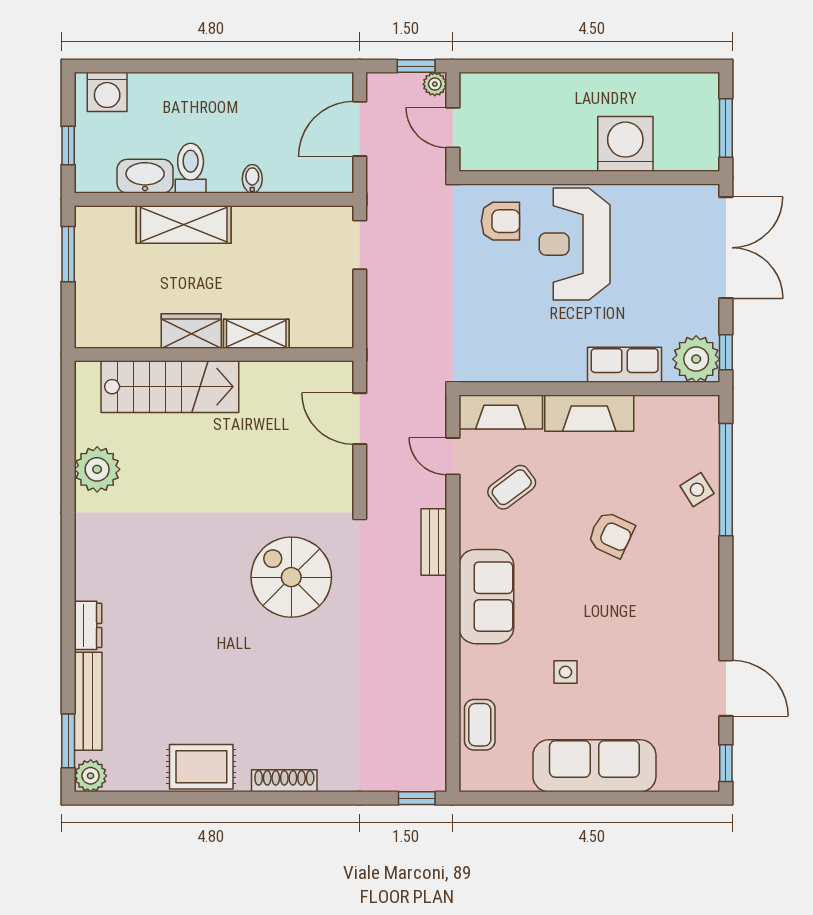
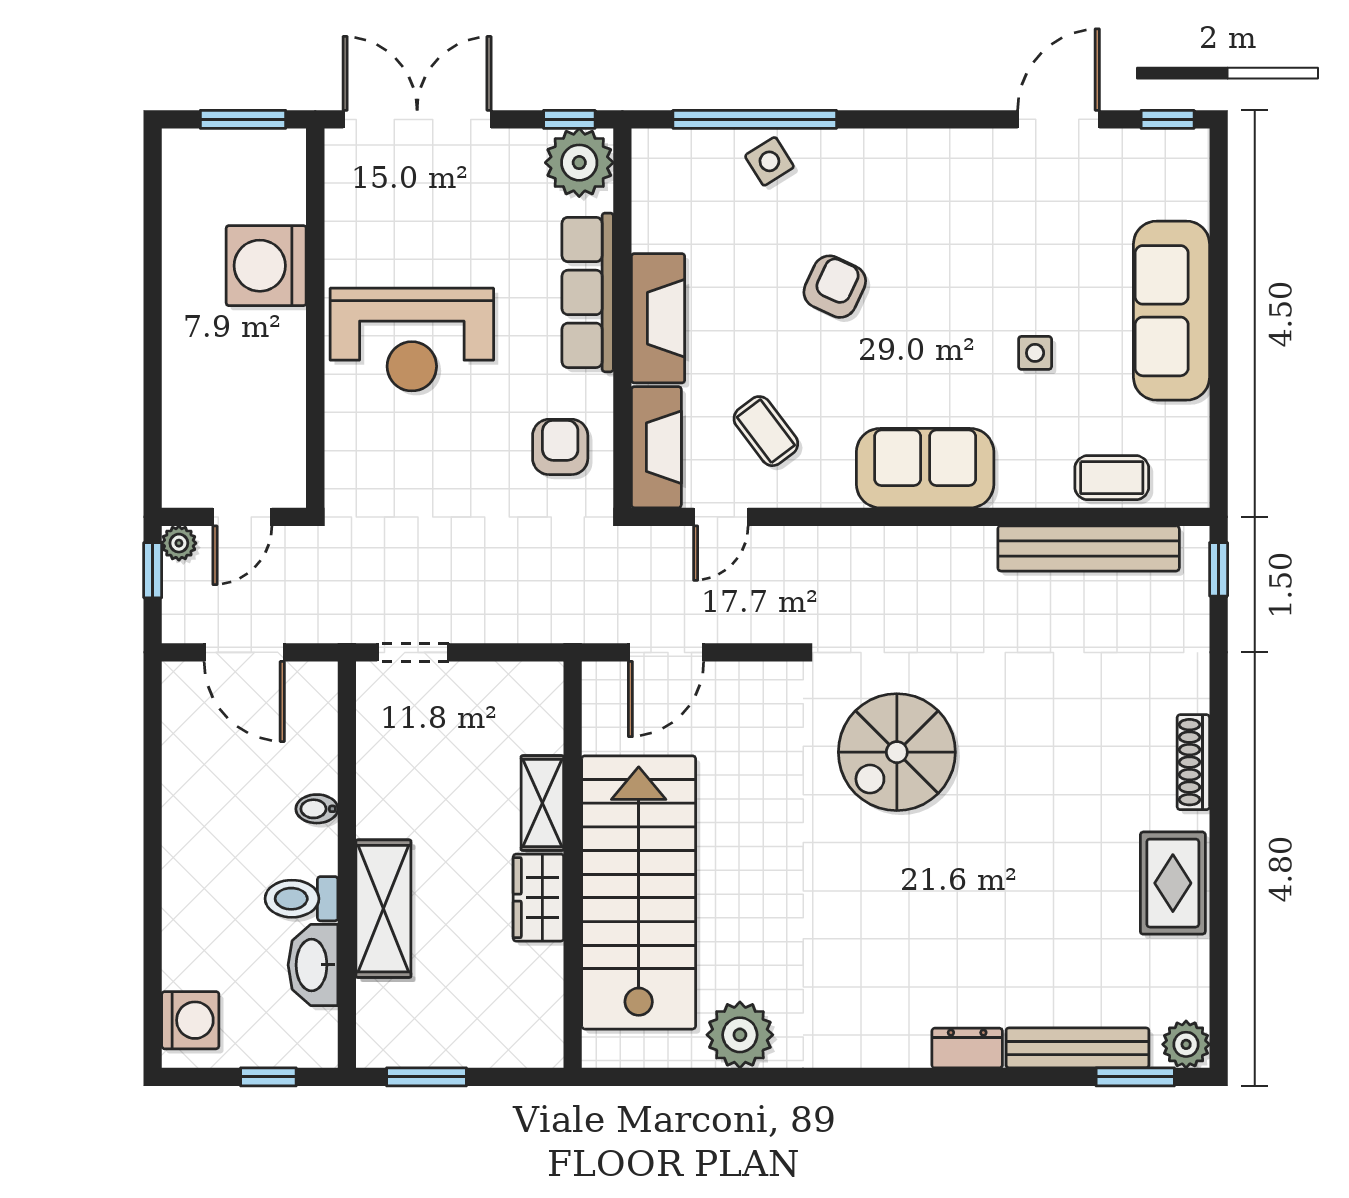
armchair: (500, 221) -> (560, 447), moved
row of seats: (625, 365) -> (588, 292), width x1.48
stairs: (170, 387) -> (639, 892), width x1.36, depth x1.51
bench: (434, 542) -> (1089, 548), moved, width x1.86, depth x1.21

